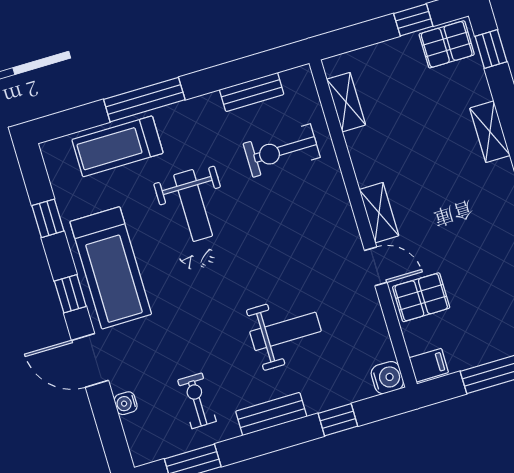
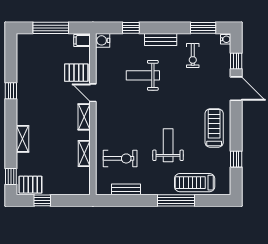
shelving: (346, 102) -> (84, 153), moved
treadmill: (117, 146) -> (195, 183), turned 180
treadmill: (111, 268) -> (214, 128), width x0.73, depth x0.73
window: (70, 294) -> (236, 61), moved
water cooler: (126, 403) -> (226, 39), moved

